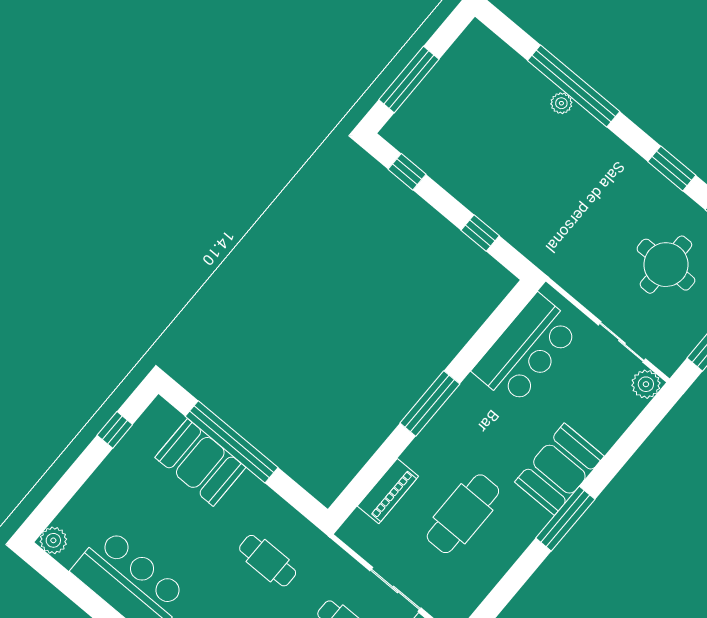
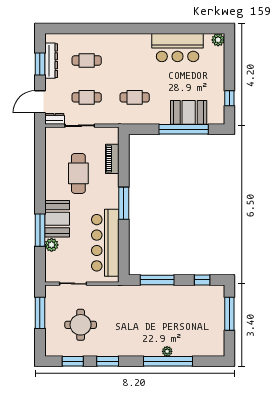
window: (480, 233) -> (157, 280), width x2.17
bar counter: (526, 350) -> (105, 243), width x1.36
plant: (646, 384) -> (52, 245), moved
window: (565, 519) -> (40, 230), moved

